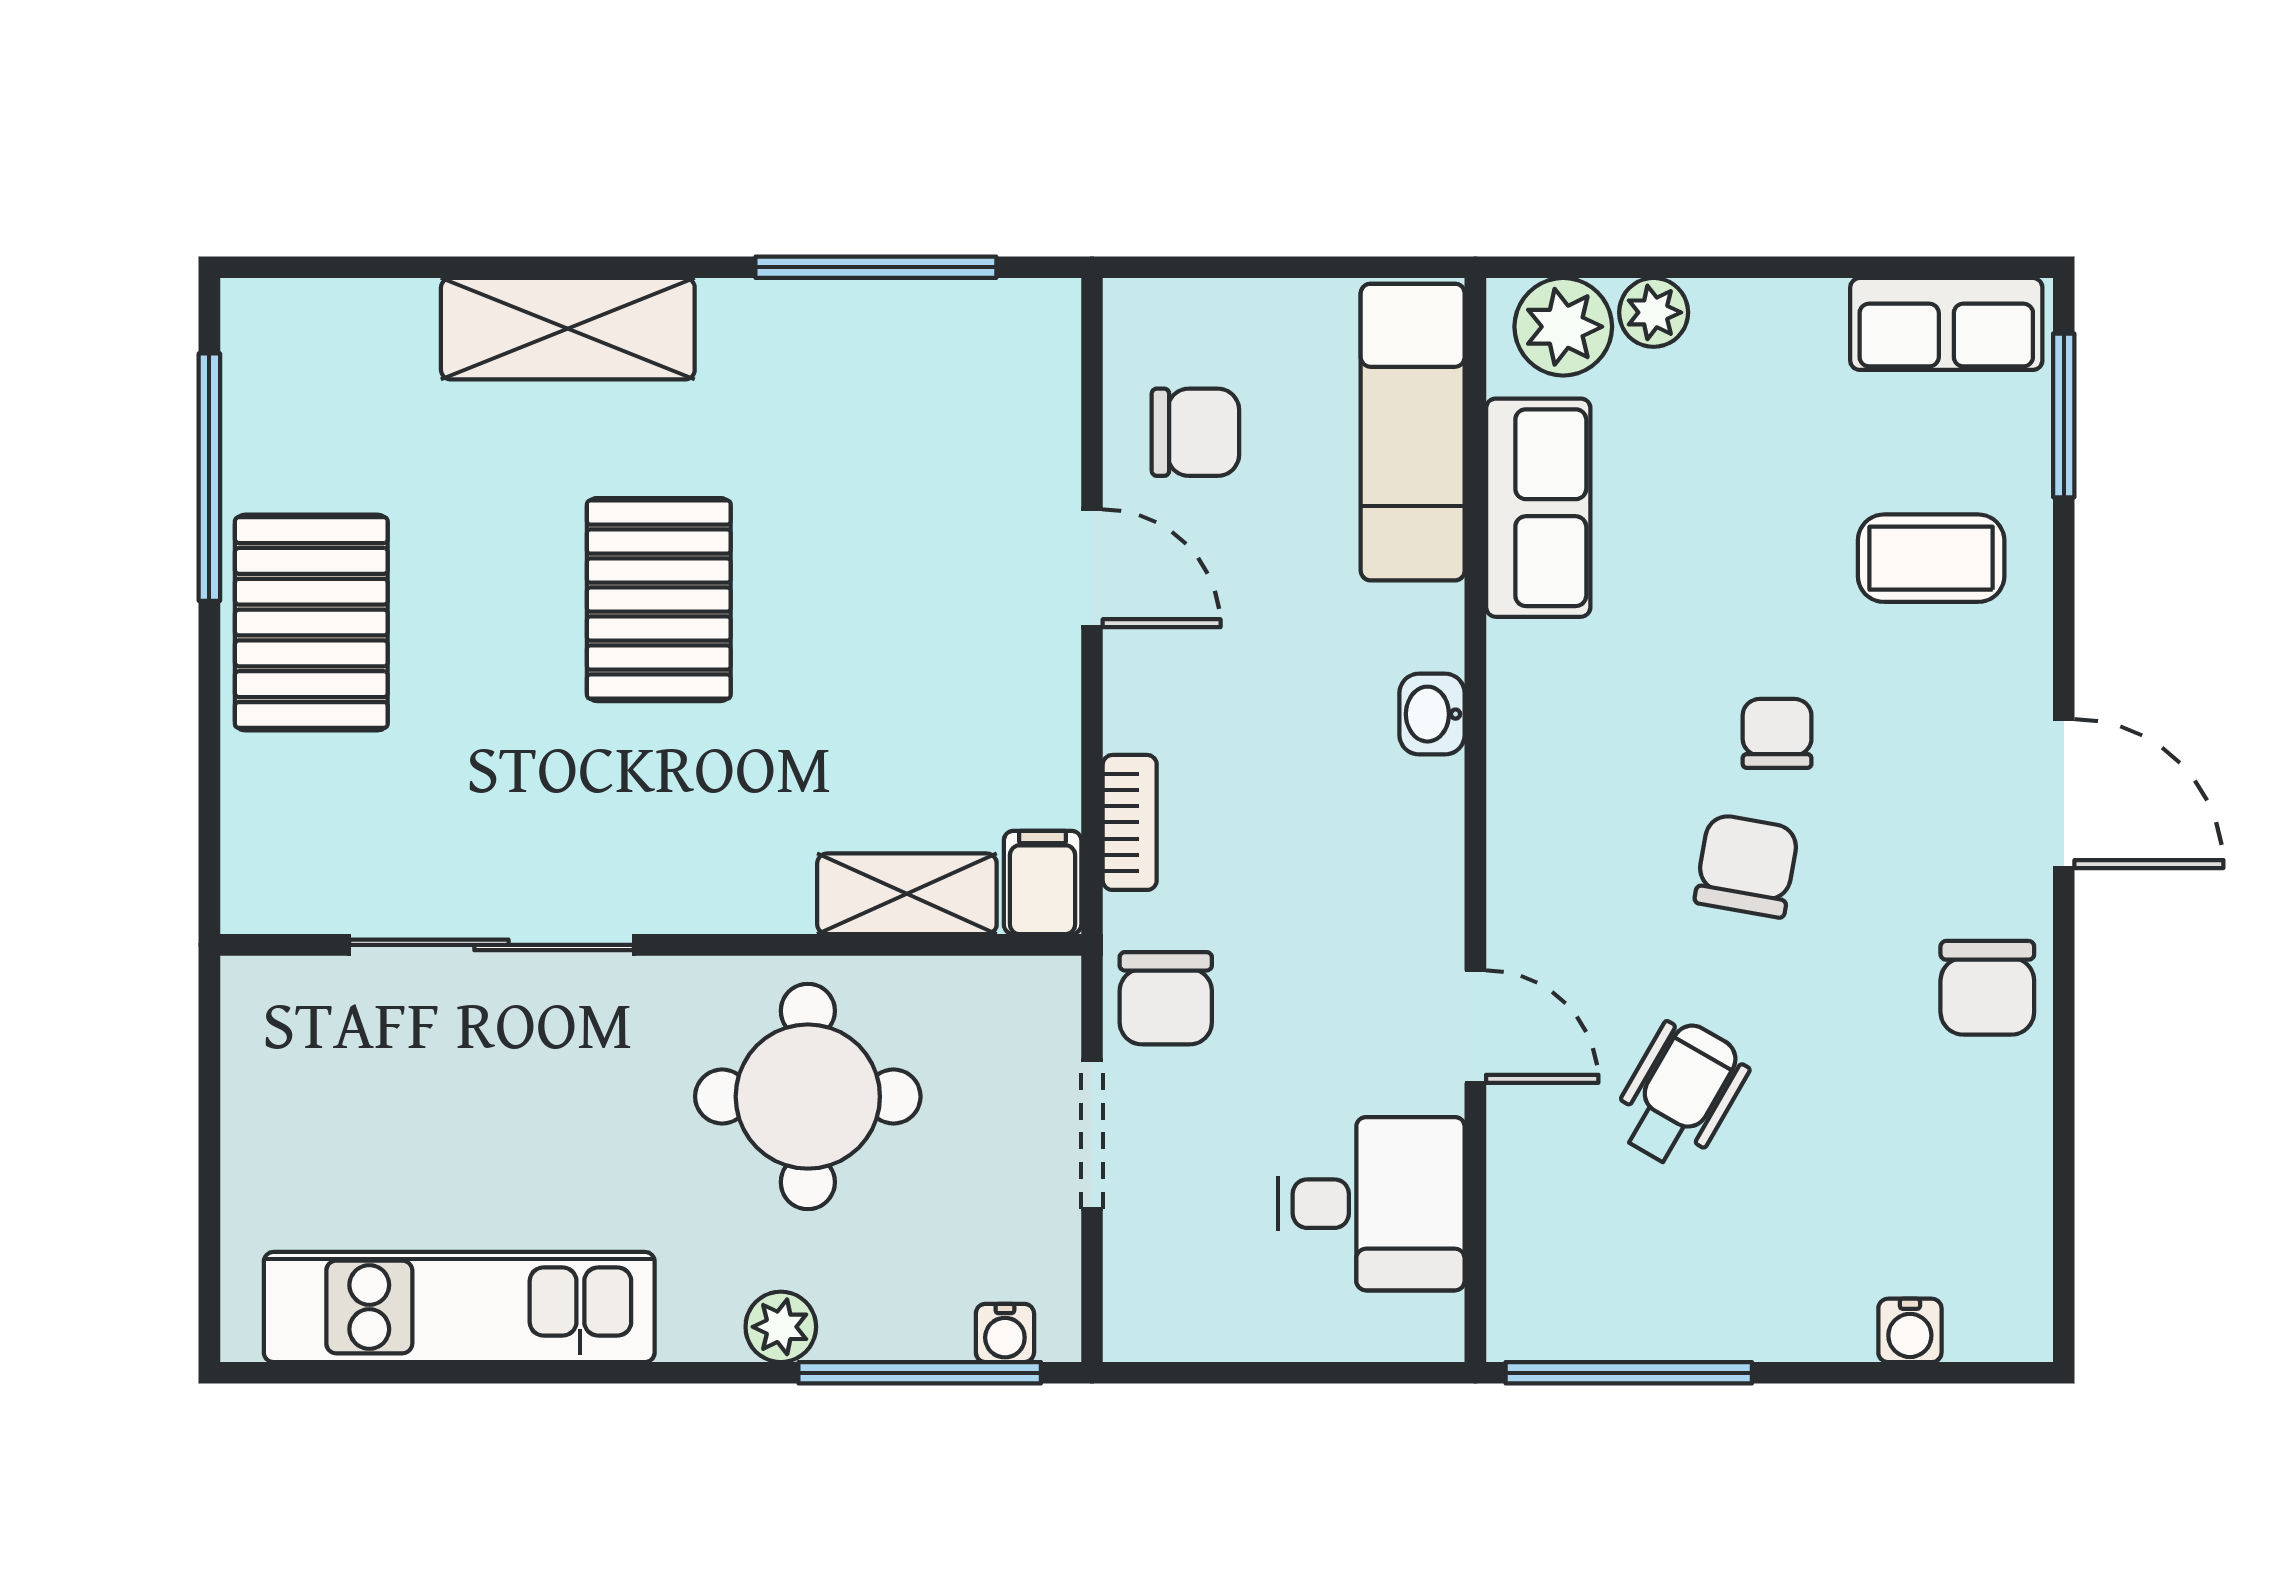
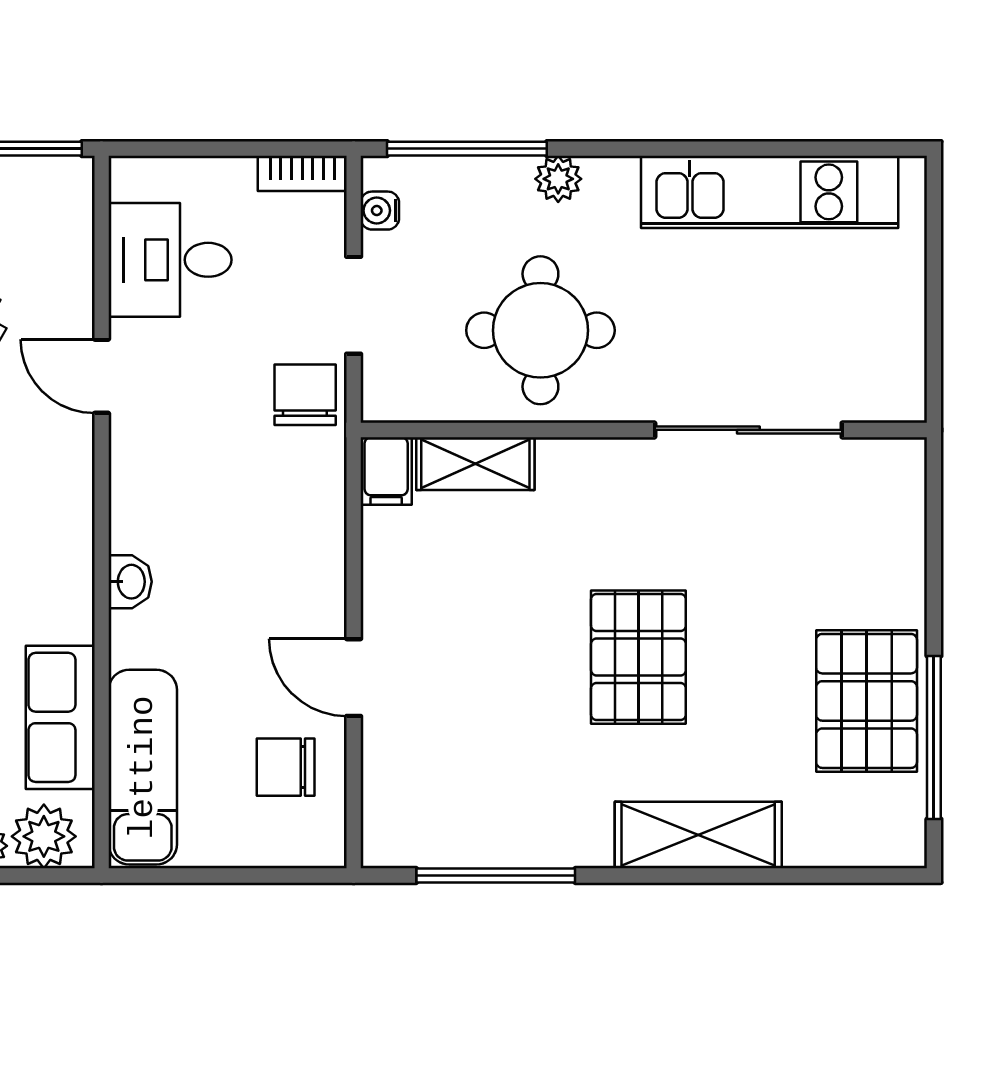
pallet: (311, 623) -> (867, 701), moved
bookcase: (1130, 822) -> (302, 173), moved, turned -90
water cooler: (1005, 1333) -> (380, 211), moved, turned -90

